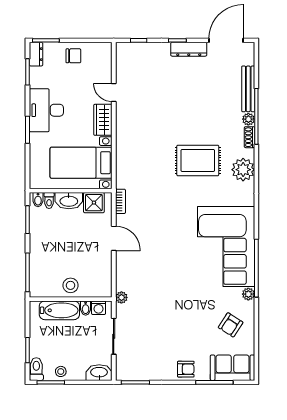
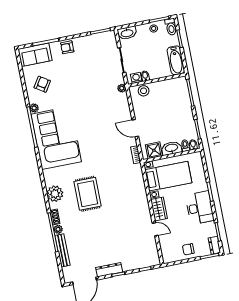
rug: (198, 160) -> (88, 194), turned 90
stool: (71, 285) -> (144, 91), moved
bathtub: (59, 310) -> (176, 60), moved, turned -90

